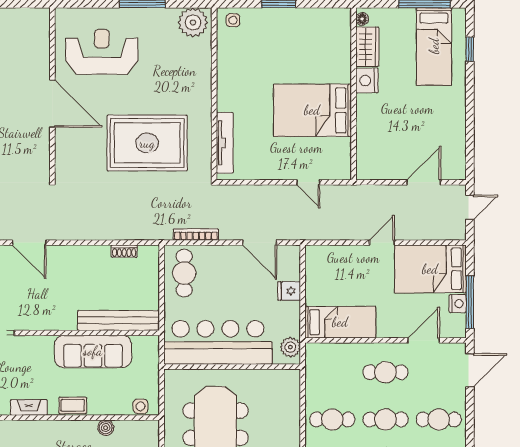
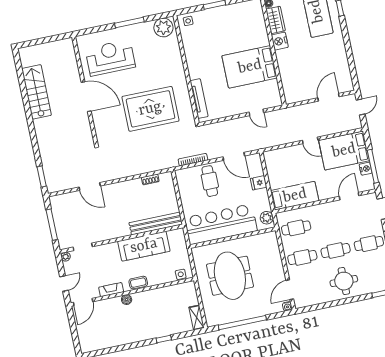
door: (382, 243) -> (310, 140), swing flipped
cafe table: (184, 273) -> (210, 181), moved
cafe table: (386, 372) -> (296, 228), moved
boiler: (106, 428) -> (127, 300), moved

